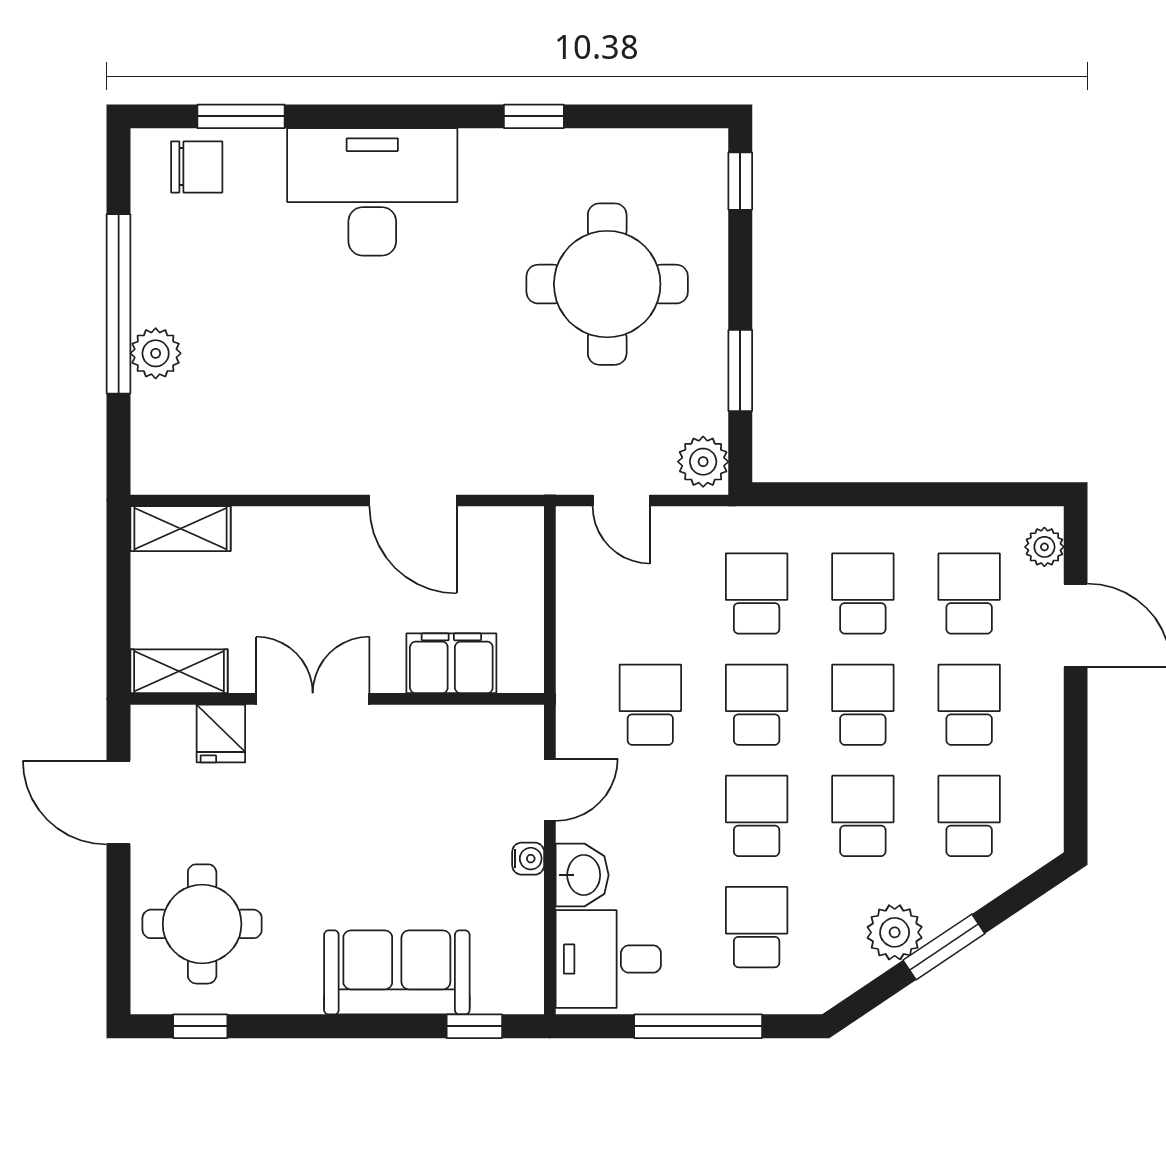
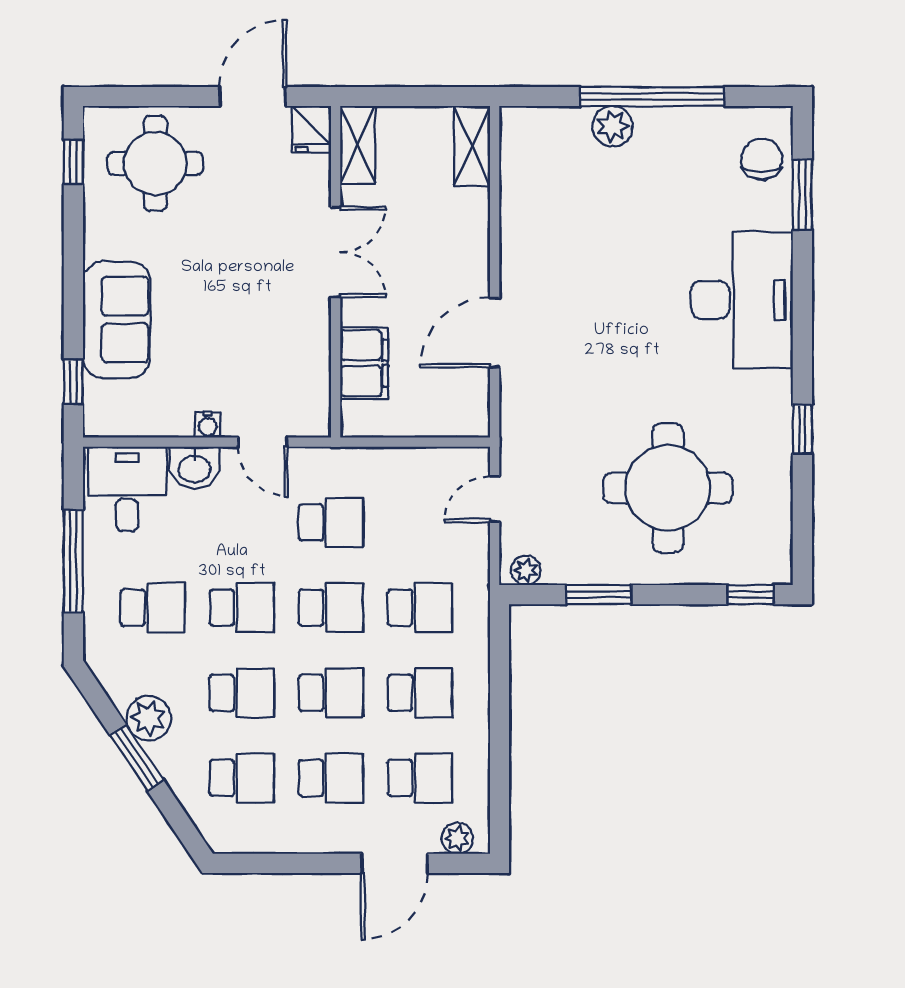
chair: (197, 167) -> (762, 159), turned 180
plant: (703, 462) -> (526, 570), width x0.73, depth x0.73
fridge: (221, 733) -> (312, 129), moved, turned -90

